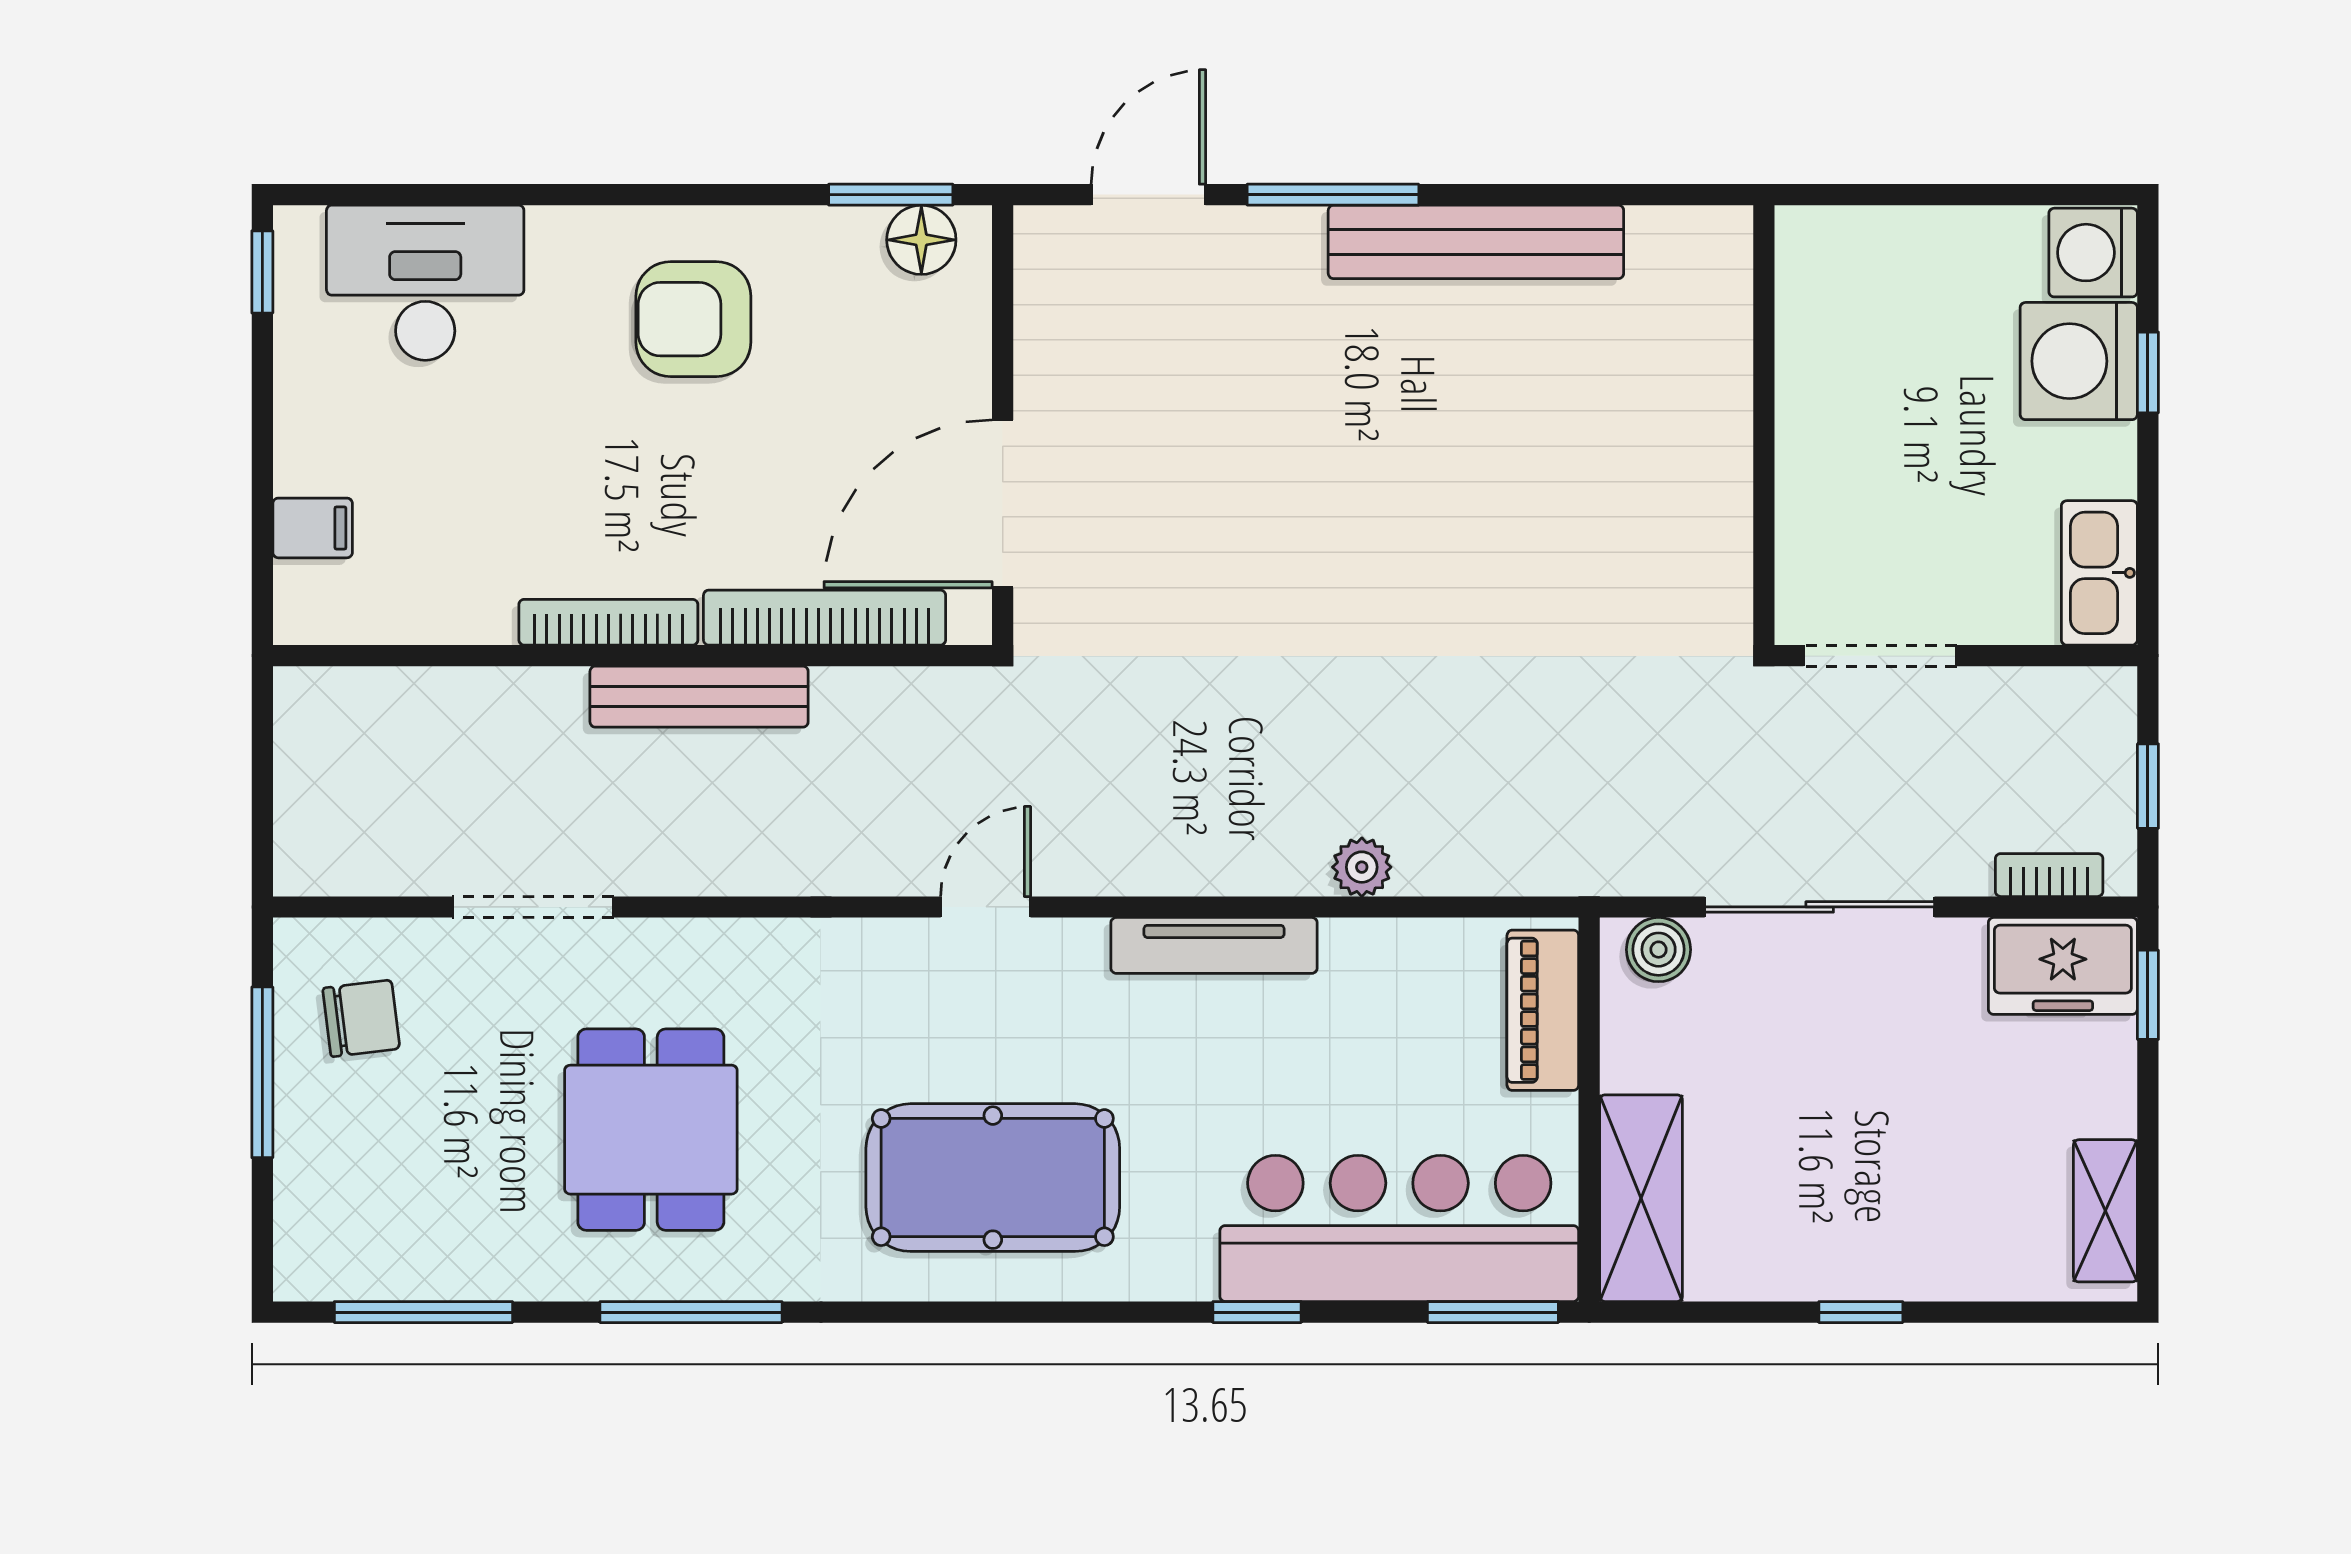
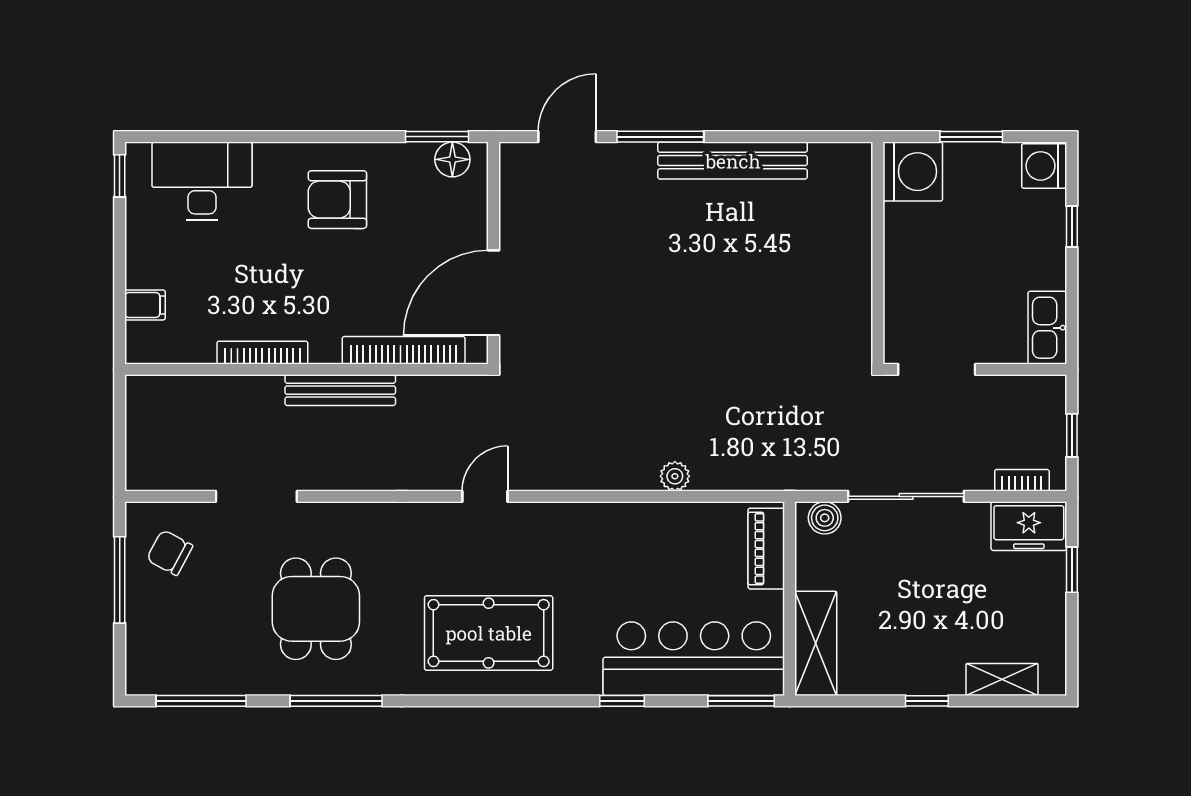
window: (1949, 195) -> (971, 137), added
washing machine: (2079, 361) -> (913, 172), moved, turned 180
bookcase: (608, 622) -> (262, 353), moved
tv unit: (1214, 945) -> (600, 516), removed
window: (2148, 995) -> (1072, 570), moved
chair: (361, 1018) -> (170, 553), turned -145
shelving: (2105, 1211) -> (1002, 679), moved, turned 90

